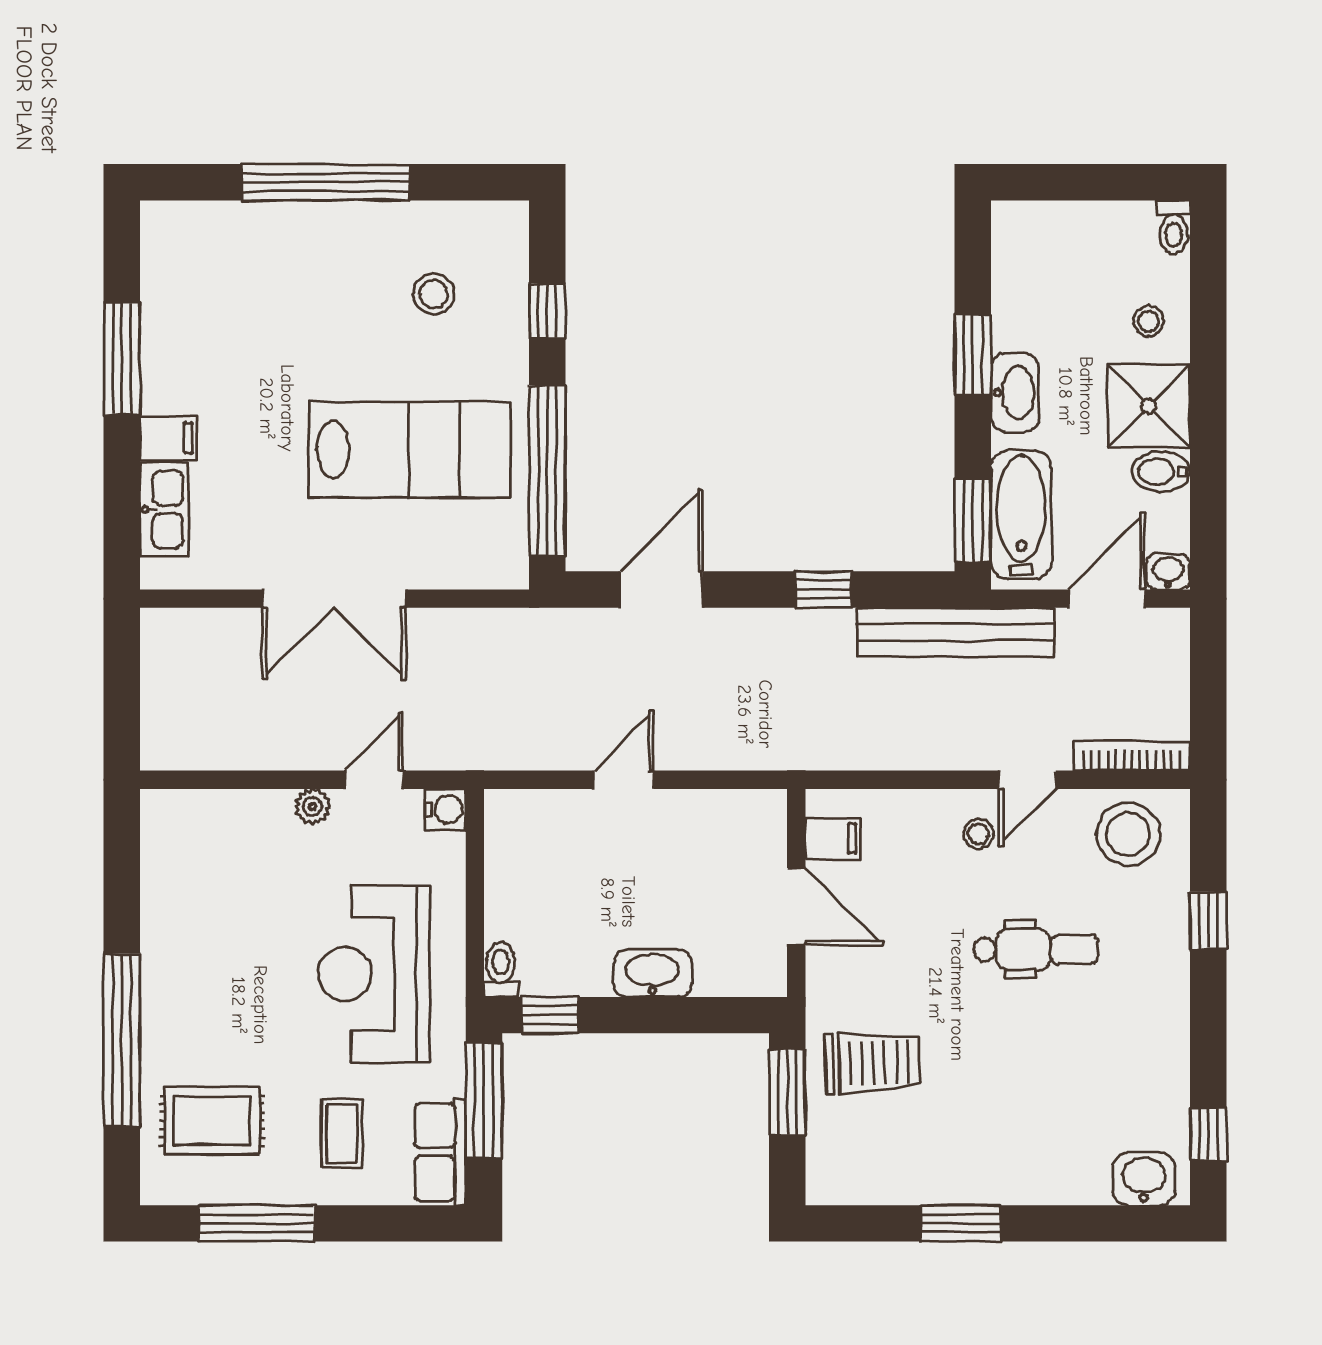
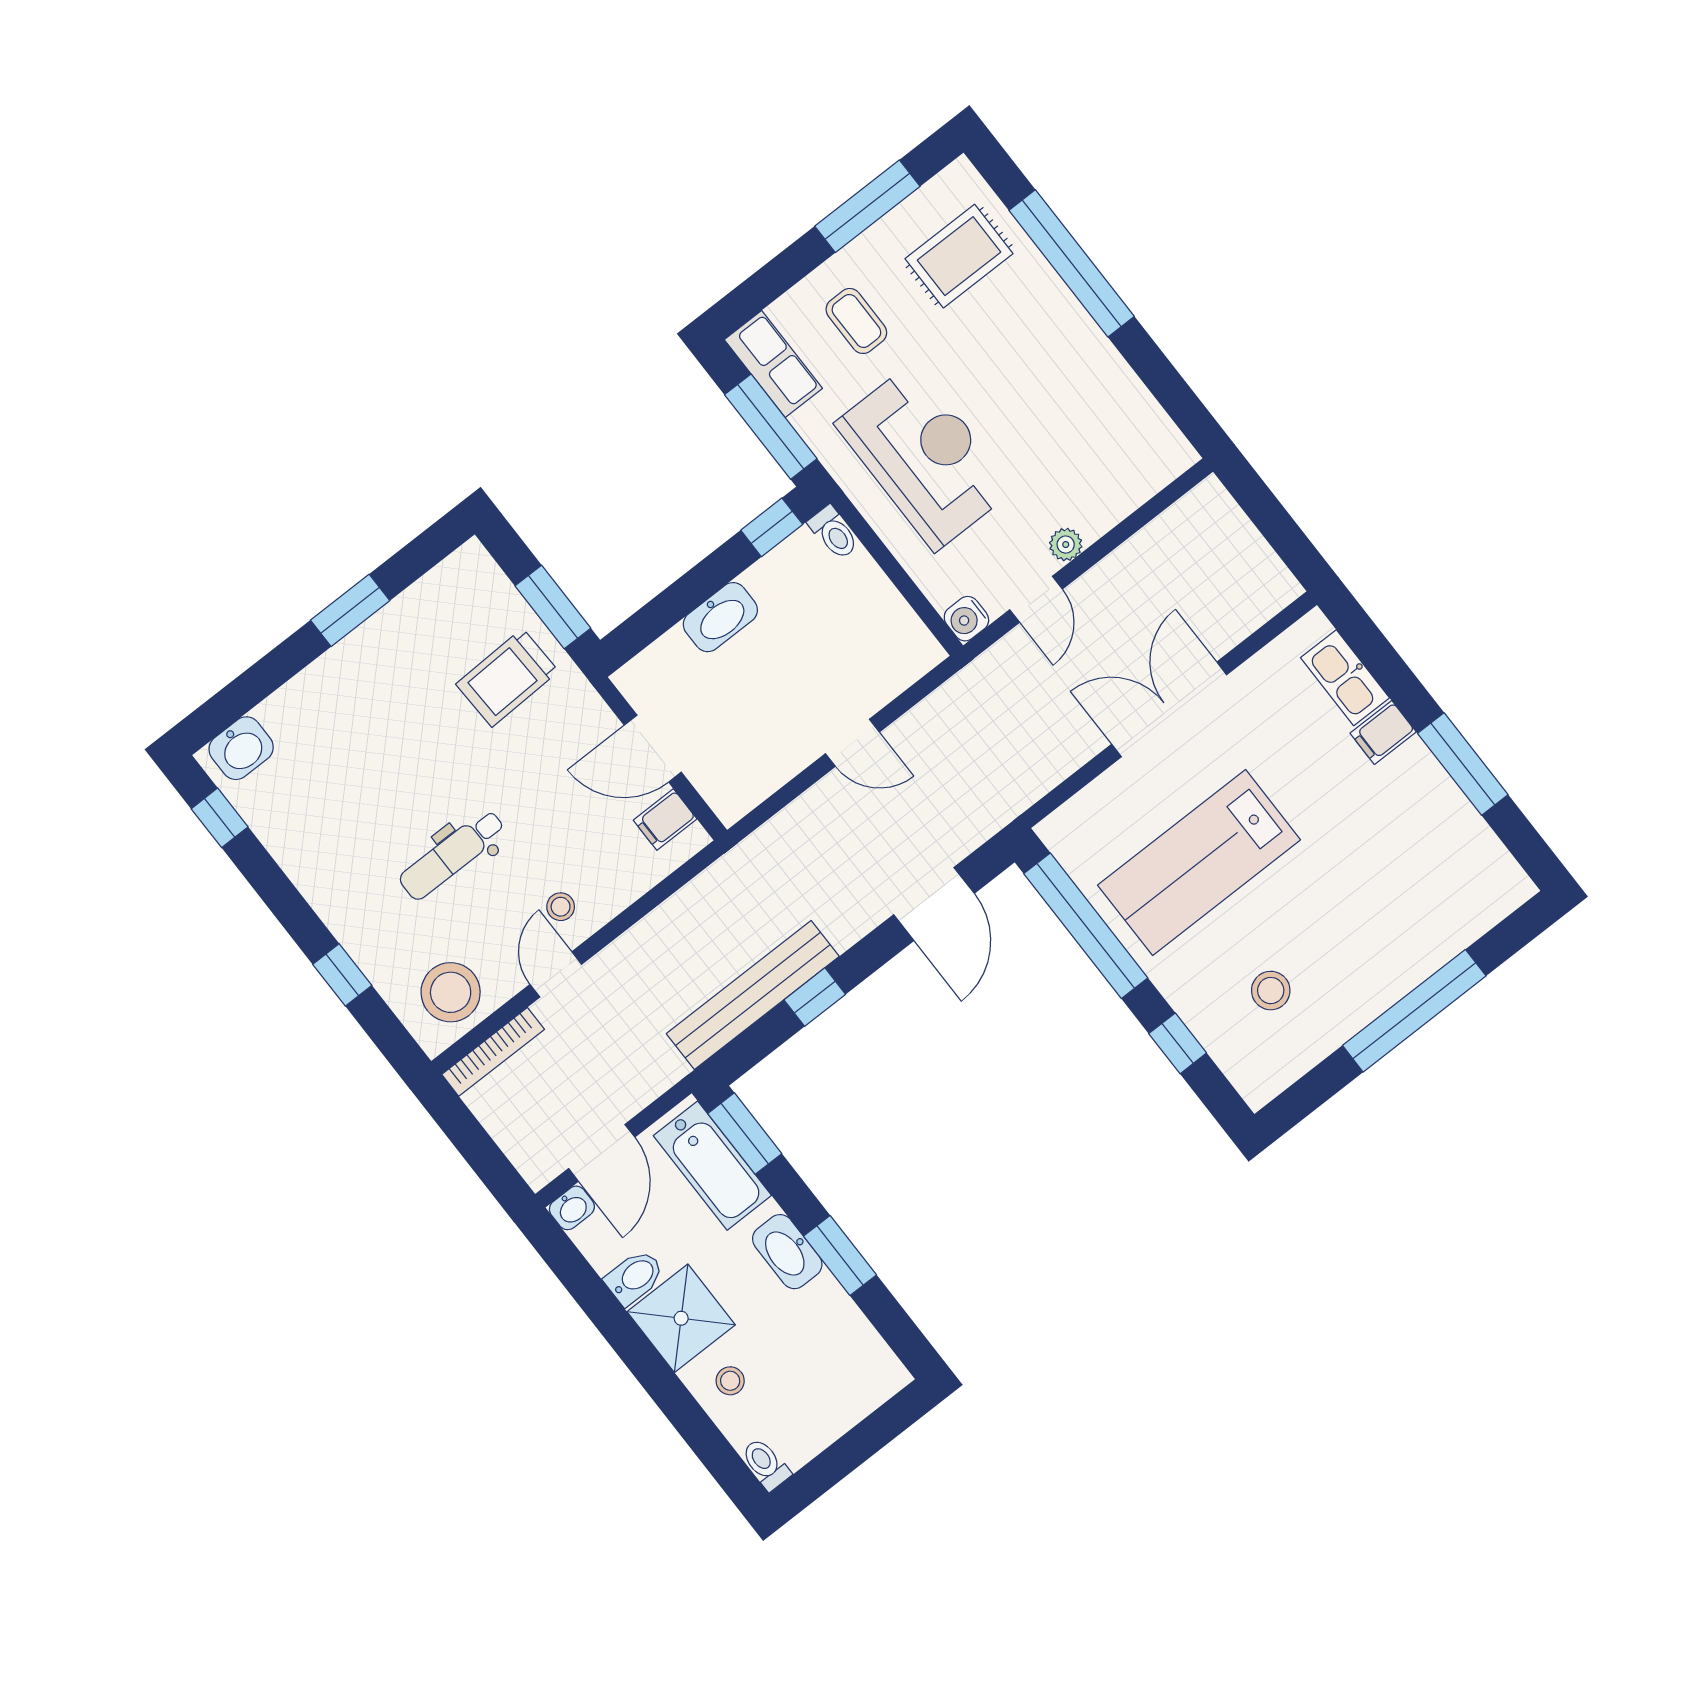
bench: (955, 632) -> (753, 995), moved
door: (624, 780) -> (852, 743), hinge flipped

